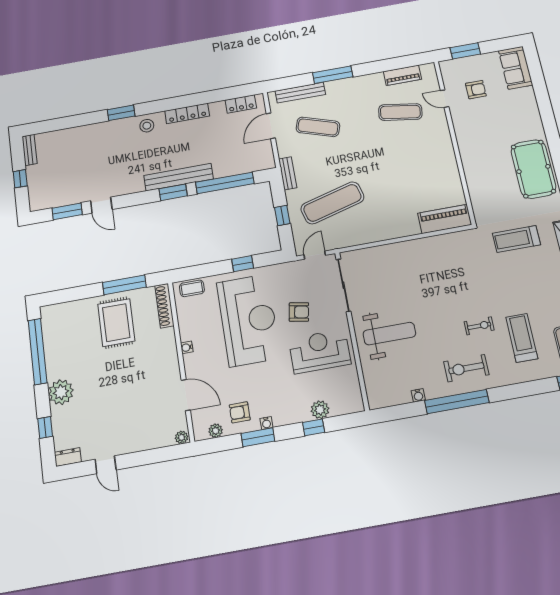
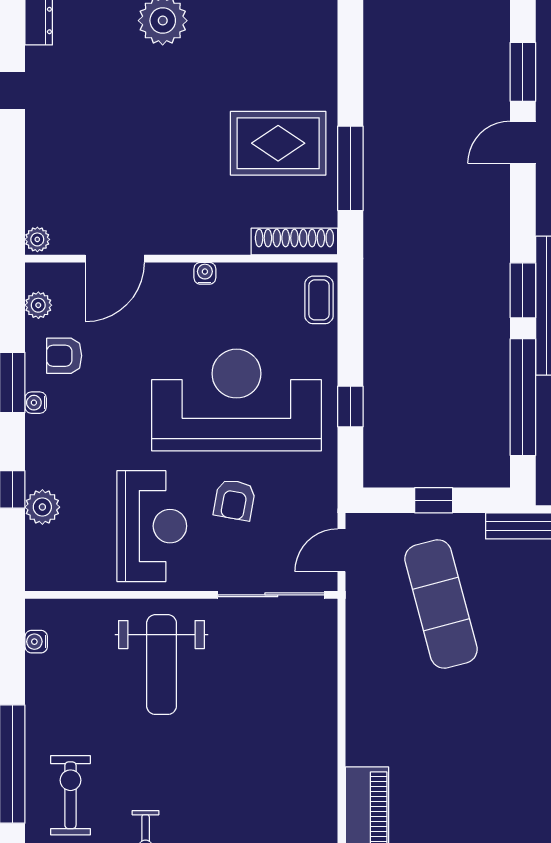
door: (315, 255) -> (341, 550), swing flipped
reception desk: (248, 320) -> (236, 400), turned 180
water cooler: (418, 395) -> (36, 642), moved
armchair: (240, 412) -> (64, 356), turned -90

